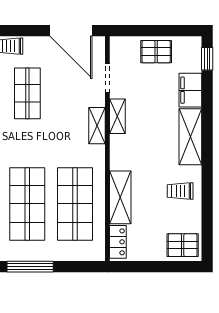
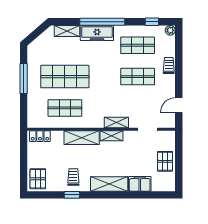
door: (71, 31) -> (179, 105), width x0.53
window: (207, 59) -> (72, 195), moved
shelving: (117, 116) -> (111, 136), moved
shelving: (120, 197) -> (82, 138), moved
shop shelf: (75, 204) -> (65, 108), width x0.70, depth x0.74

